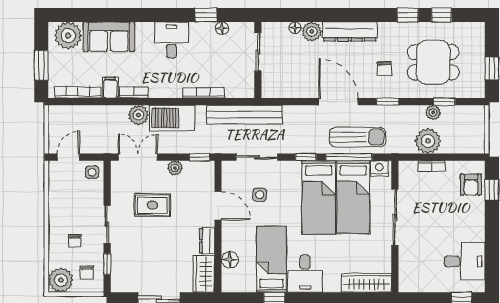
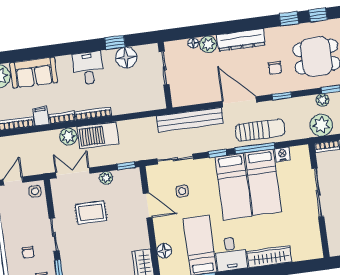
floor lamp: (222, 28) -> (126, 58), width x1.89, depth x1.89
bookcase: (204, 93) -> (93, 114), moved
bench: (245, 114) -> (190, 120), moved
sliding door: (395, 217) -> (318, 193), moved
wall: (395, 226) -> (319, 201), moved
dresser: (207, 241) -> (142, 237), removed
wardrobe: (366, 283) -> (269, 257), moved

